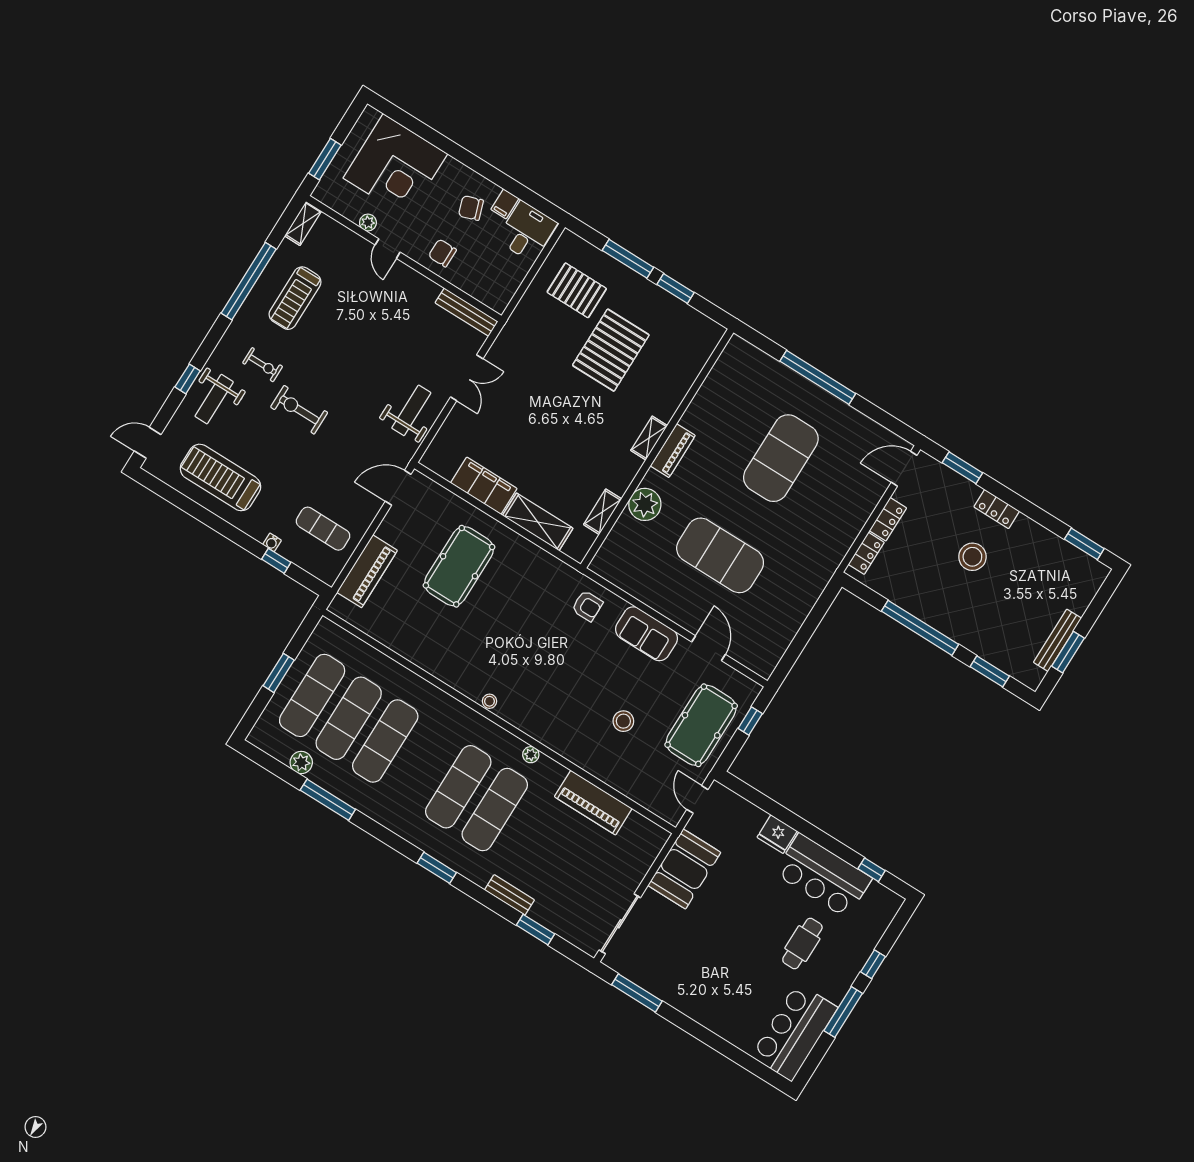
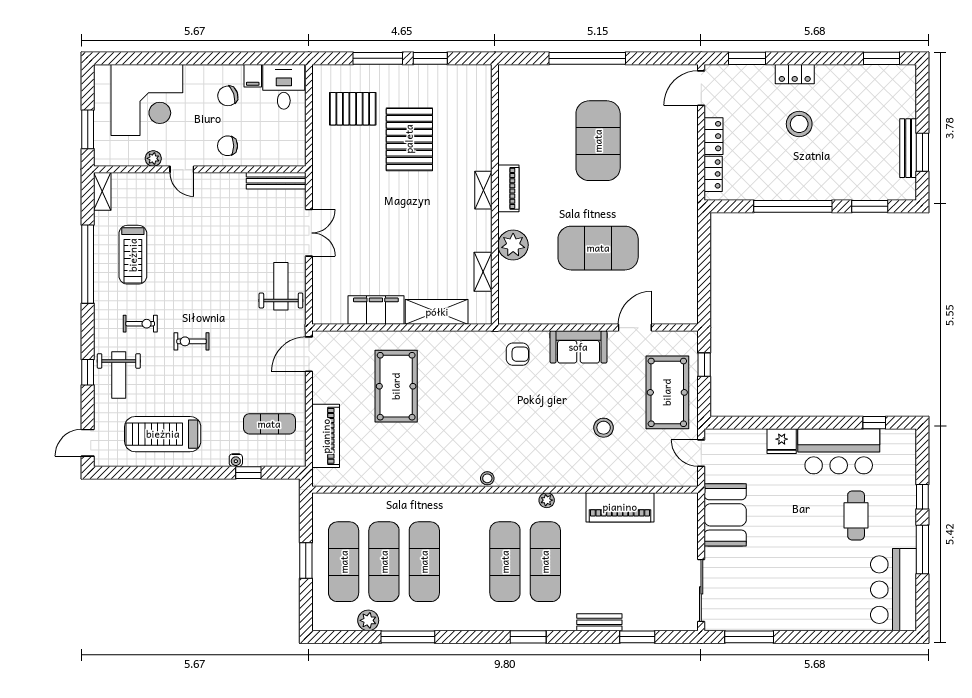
exercise bike: (299, 410) -> (192, 341), width x0.73, depth x0.72
door: (709, 648) -> (635, 328), hinge flipped

